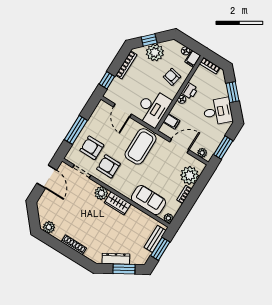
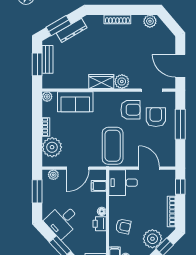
desk: (153, 108) -> (123, 183), width x0.73
armchair: (92, 148) -> (156, 117), turned -90
bench: (155, 239) -> (48, 59), moved

